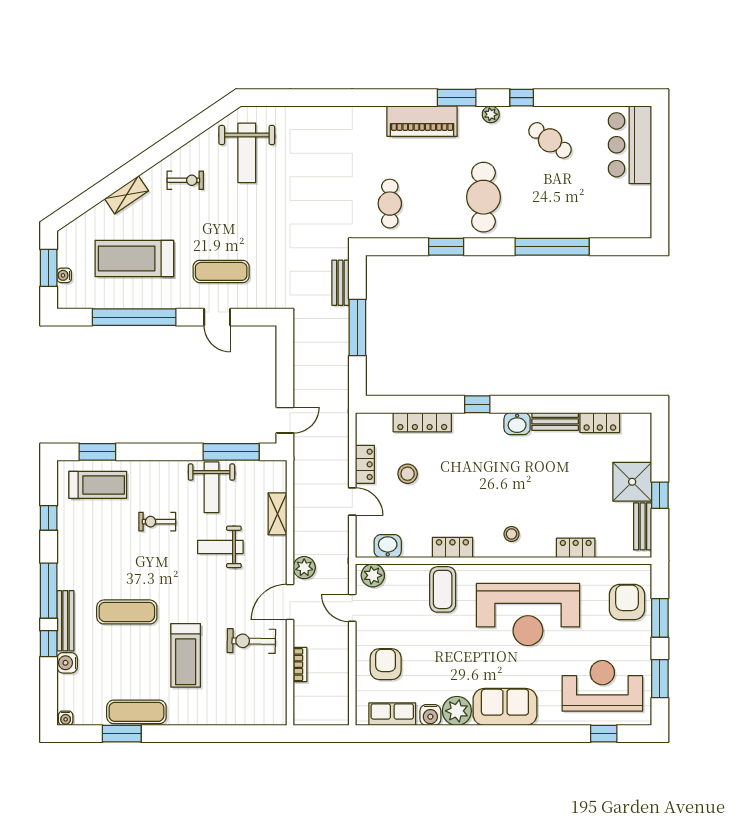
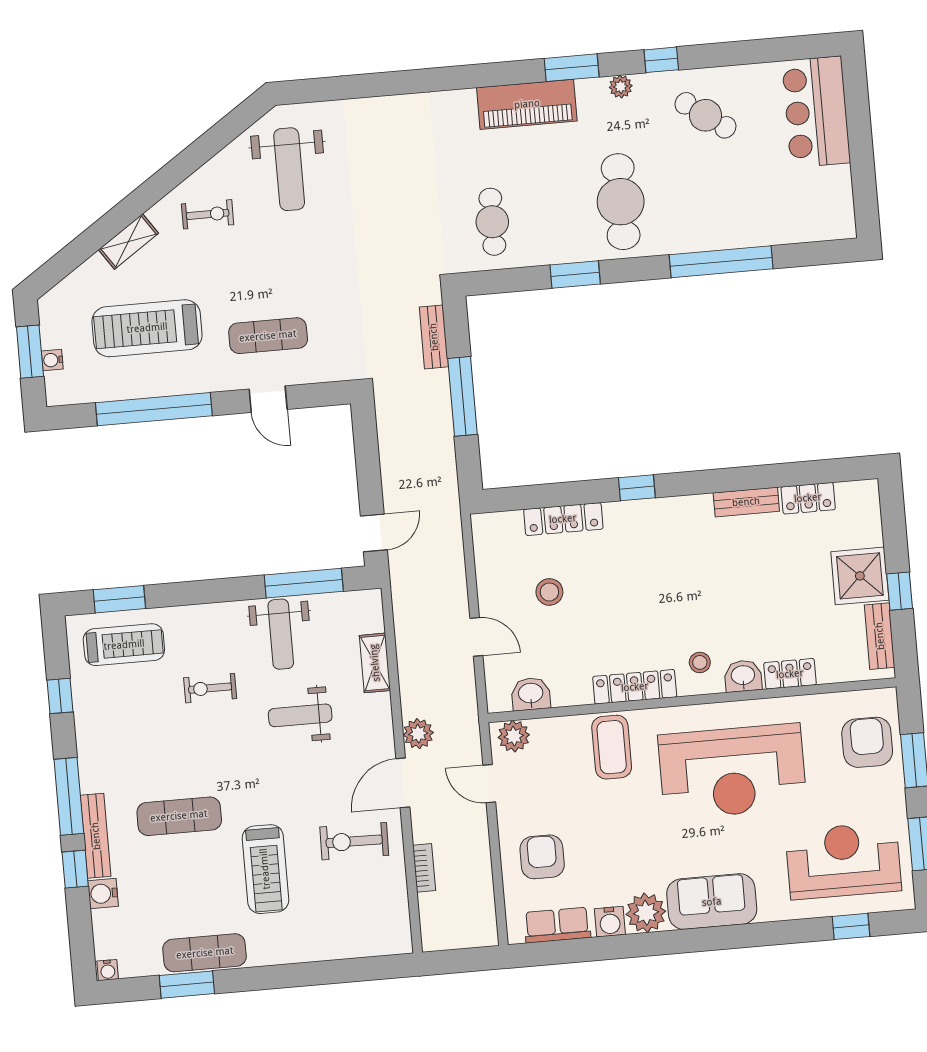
washbasin: (517, 424) -> (743, 676), moved, turned 180
locker: (365, 464) -> (489, 584), removed
locker: (452, 547) -> (635, 687), width x1.53

